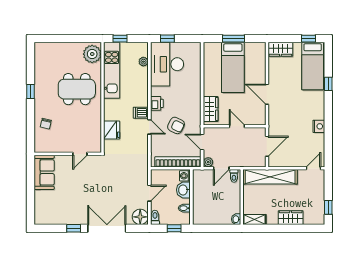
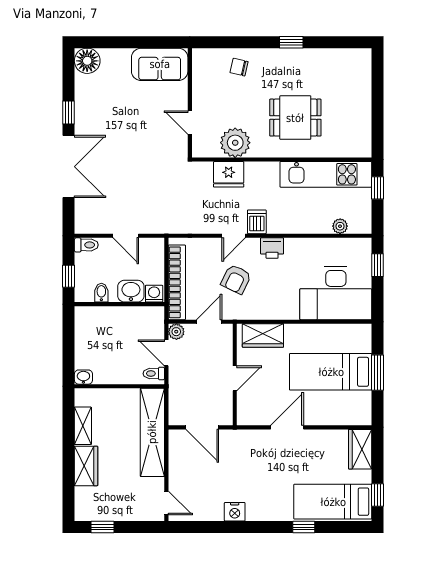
plant: (92, 54) -> (235, 143), moved
desk: (167, 64) -> (336, 293), moved, turned 180
dining table: (77, 89) -> (295, 118), width x0.73
floor lamp: (140, 217) -> (87, 61), moved
shelving: (254, 219) -> (83, 426), moved

